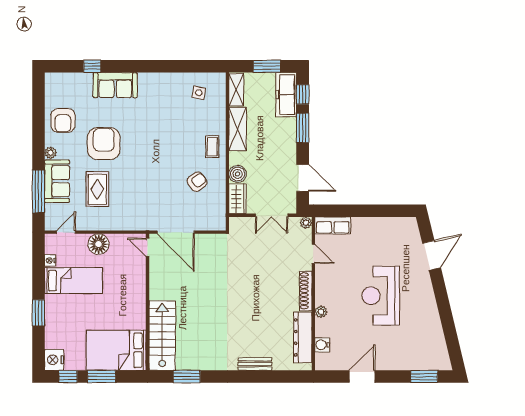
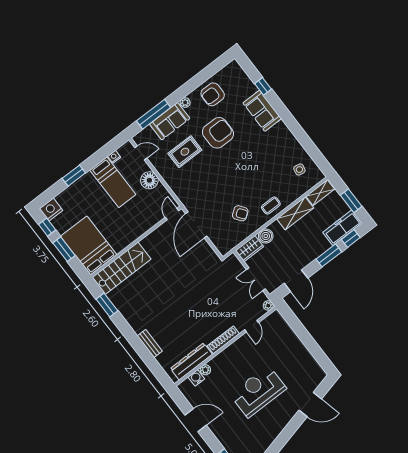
row of seats: (333, 225) -> (280, 325), removed
plant: (321, 312) -> (205, 370), moved

